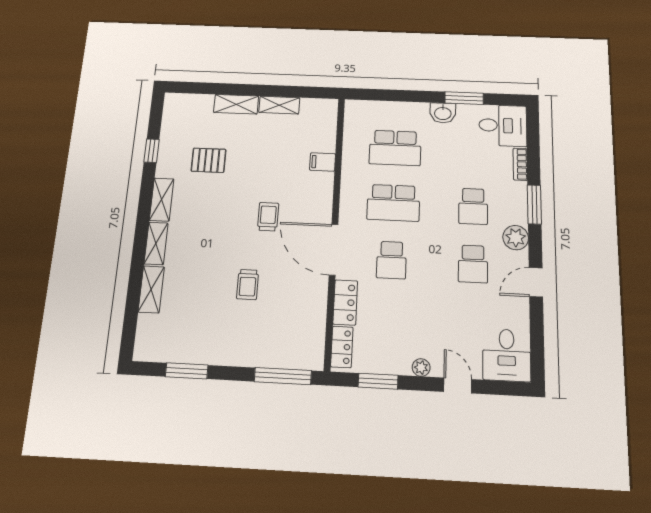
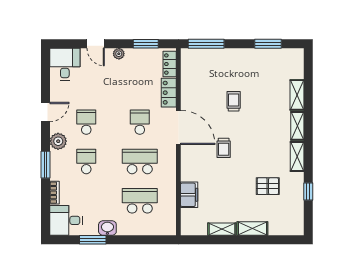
filing cabinet: (323, 162) -> (189, 195), width x2.00

